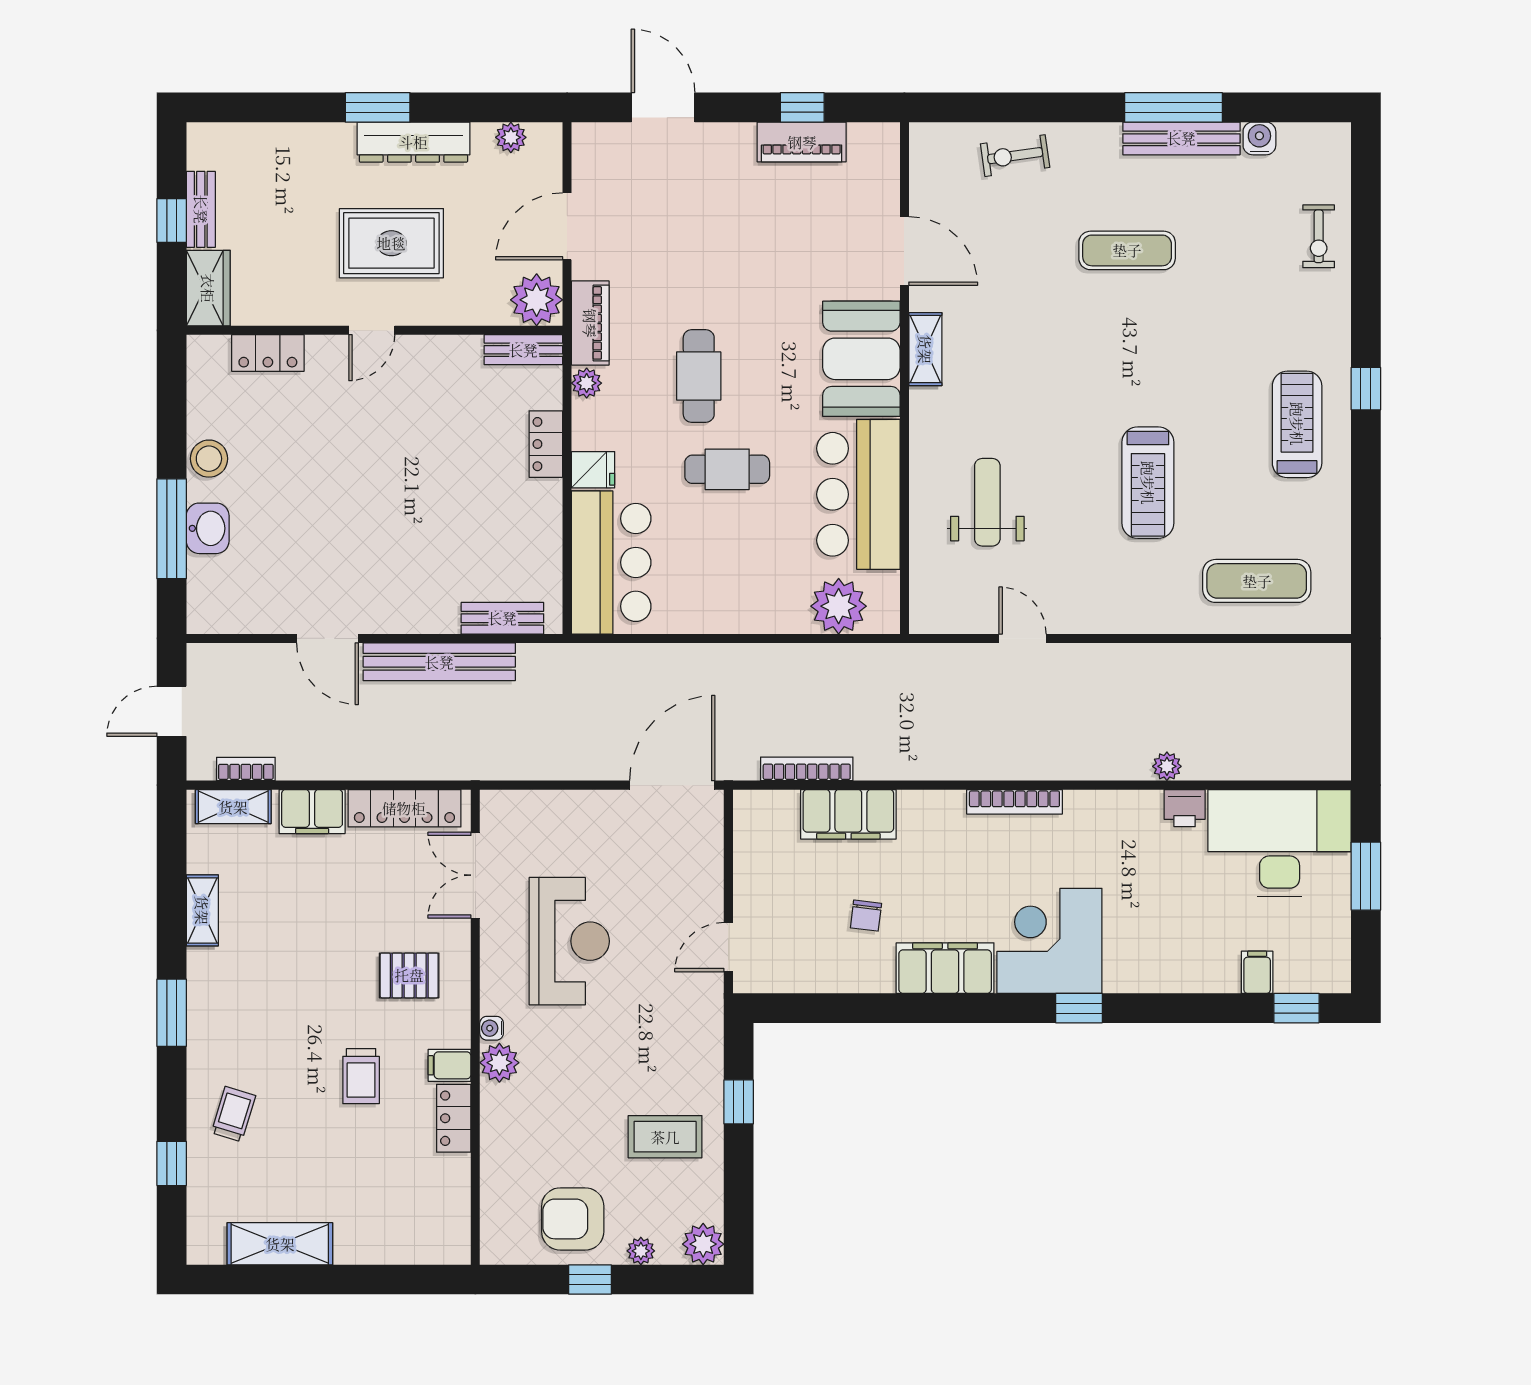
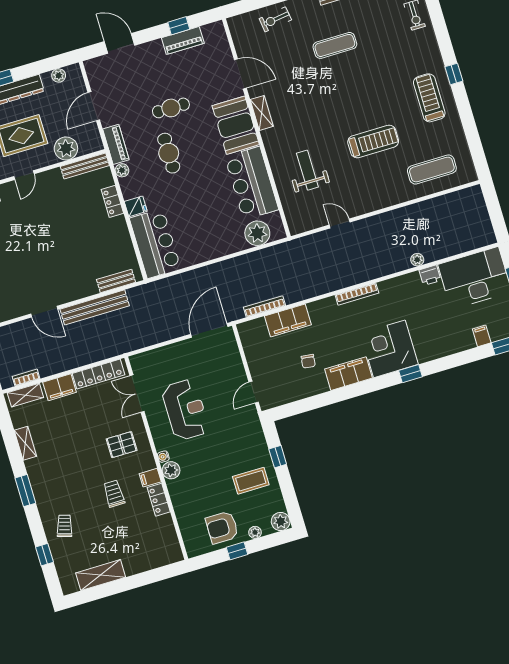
plant: (537, 300) -> (66, 148), moved
bench: (523, 350) -> (85, 166), width x1.36
cafe table: (727, 469) -> (171, 108), moved
treadmill: (1148, 483) -> (373, 141), turned -90
trolley: (361, 1076) -> (114, 493), turned 180

